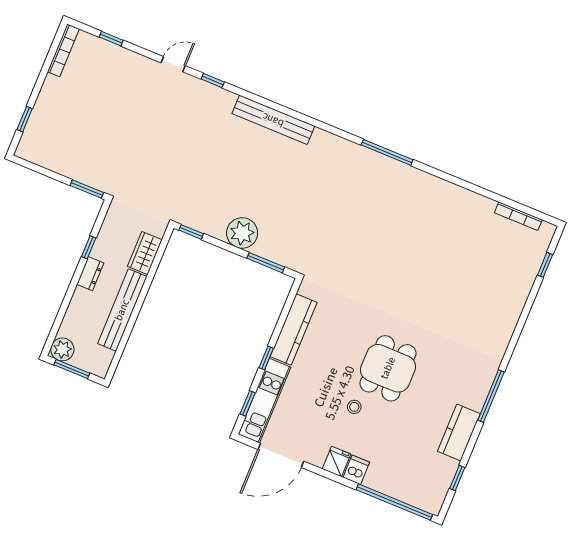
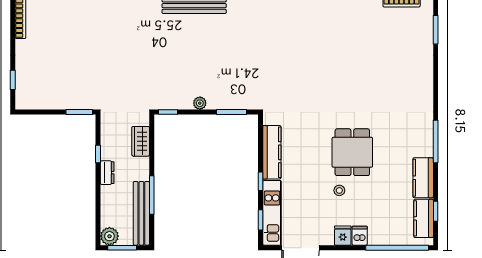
plant: (242, 233) -> (200, 103), width x0.53, depth x0.53
window: (545, 265) -> (436, 30), width x1.50
bench: (122, 310) -> (141, 213), moved
window: (132, 321) -> (152, 195), added
kitchen counter: (440, 481) -> (424, 218), added

